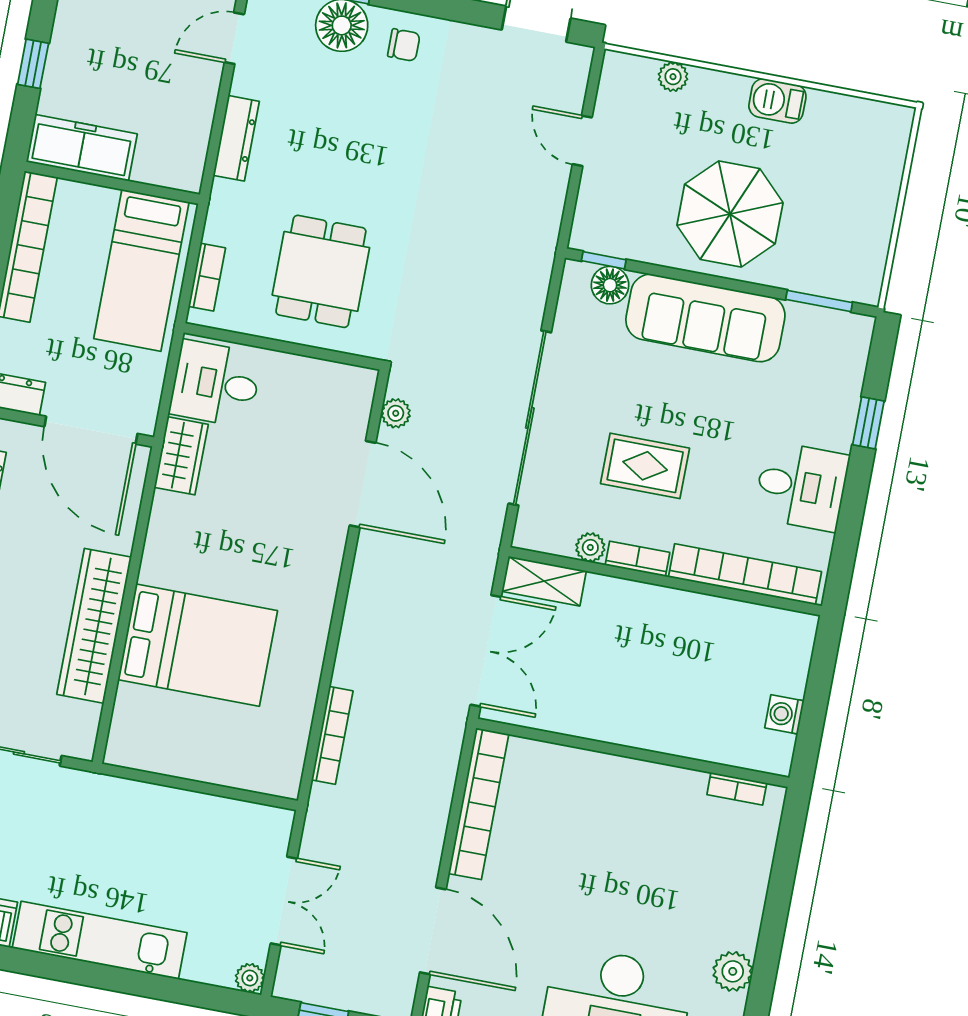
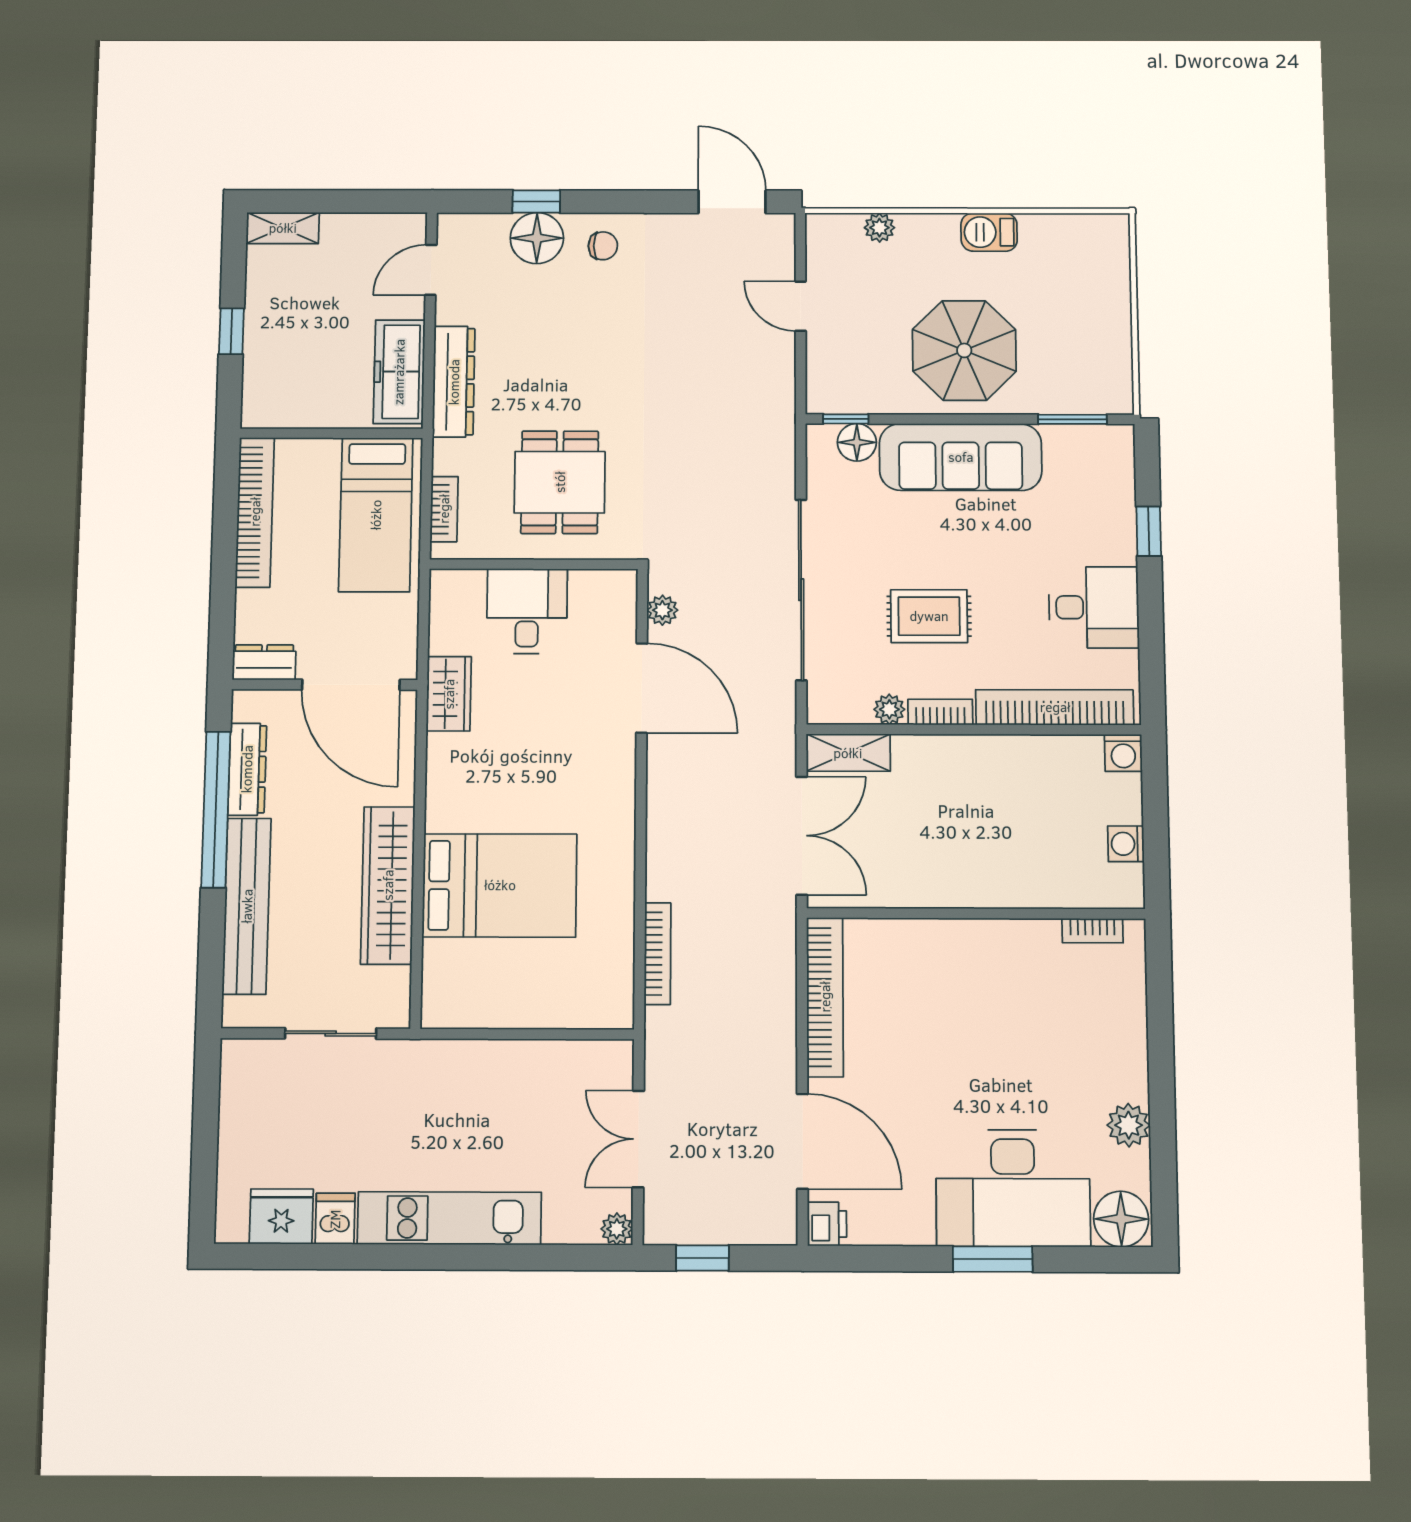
dresser: (236, 138) -> (454, 382), width x1.37, depth x1.24
freezer: (82, 148) -> (399, 372), moved, turned -90
desk: (216, 384) -> (527, 611), moved, turned 90
washing machine: (800, 629) -> (1123, 753), added
double door: (284, 901) -> (638, 1139), swing flipped

